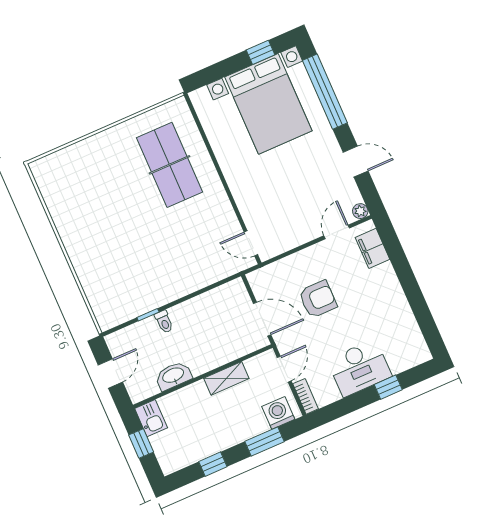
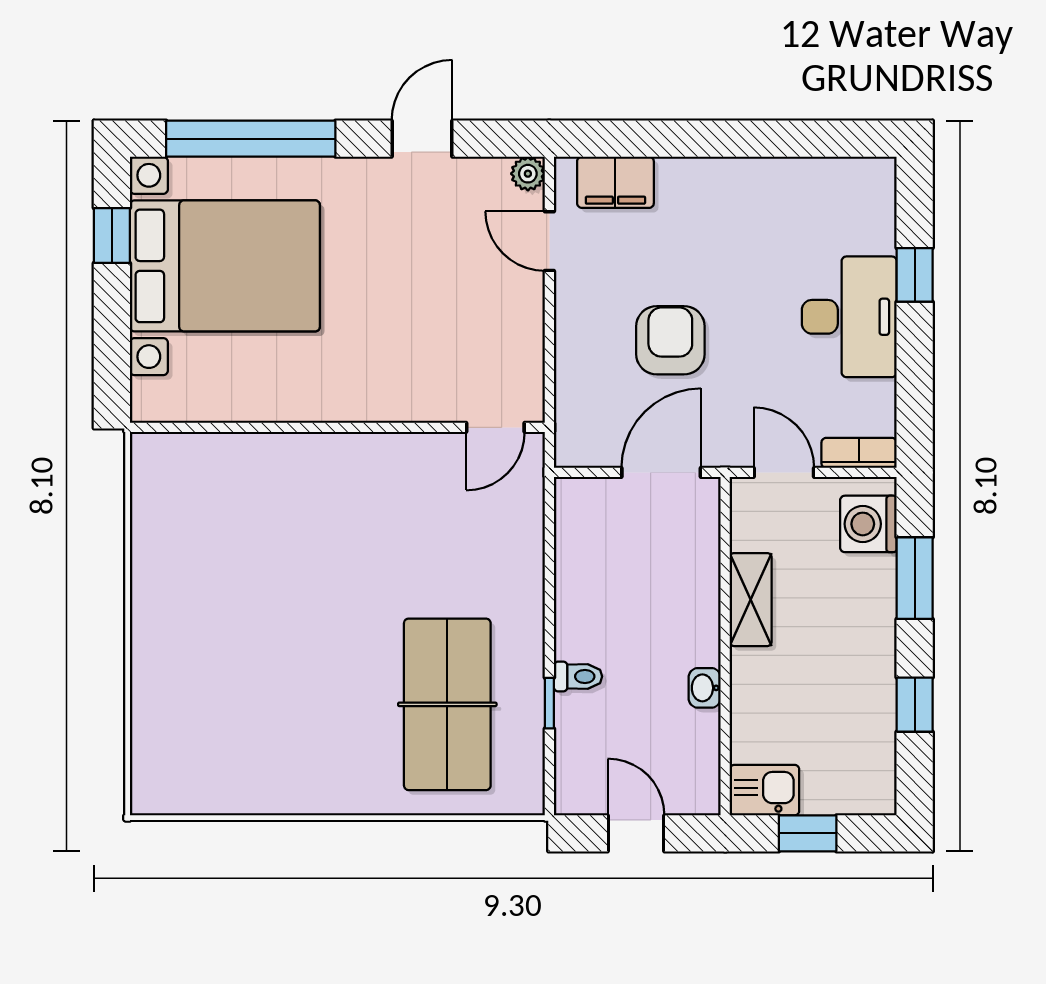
table tennis table: (170, 165) -> (447, 704), moved, turned 90
washbasin: (173, 376) -> (705, 688), width x0.52, depth x0.69

